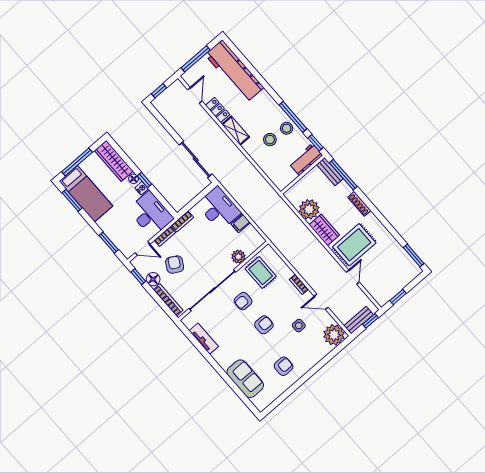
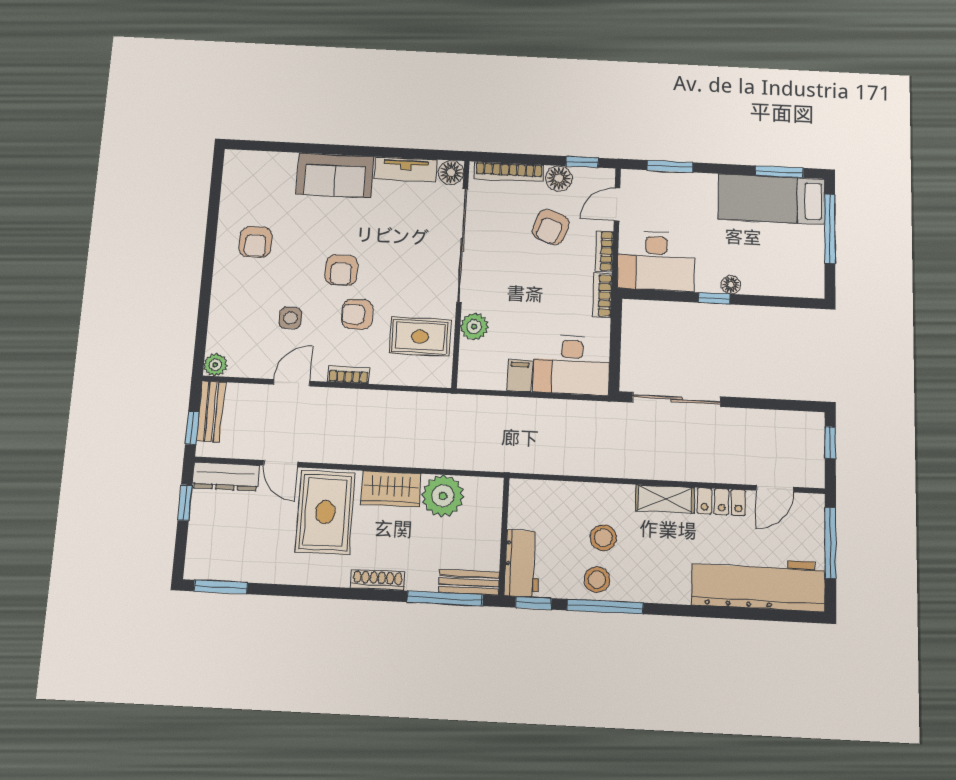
door: (195, 95) -> (775, 489), hinge flipped
wardrobe: (114, 161) -> (784, 281), removed
nightstand: (142, 188) -> (706, 283), removed
armchair: (175, 265) -> (551, 227), turned 81
dresser: (376, 292) -> (226, 477), added
armchair: (243, 301) -> (357, 314), moved, turned -90
floor lamp: (189, 321) -> (451, 172), added
plant: (334, 335) -> (215, 365), width x0.53, depth x0.53
sofa: (245, 379) -> (335, 175), moved

